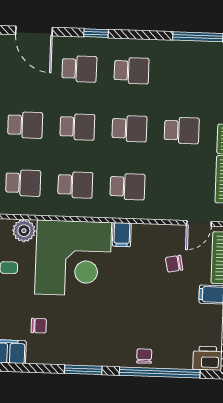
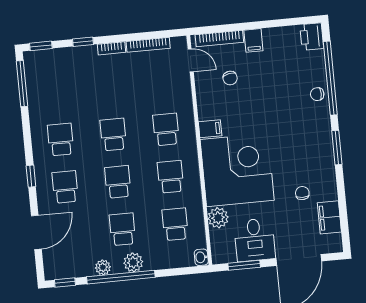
school desk: (182, 130) -> (109, 87), removed

